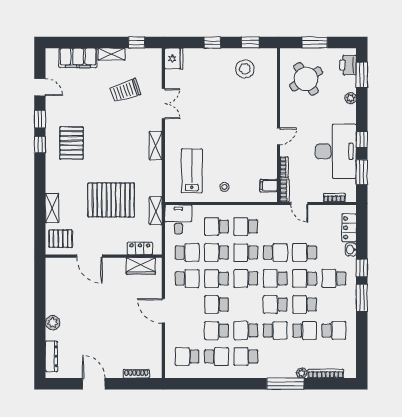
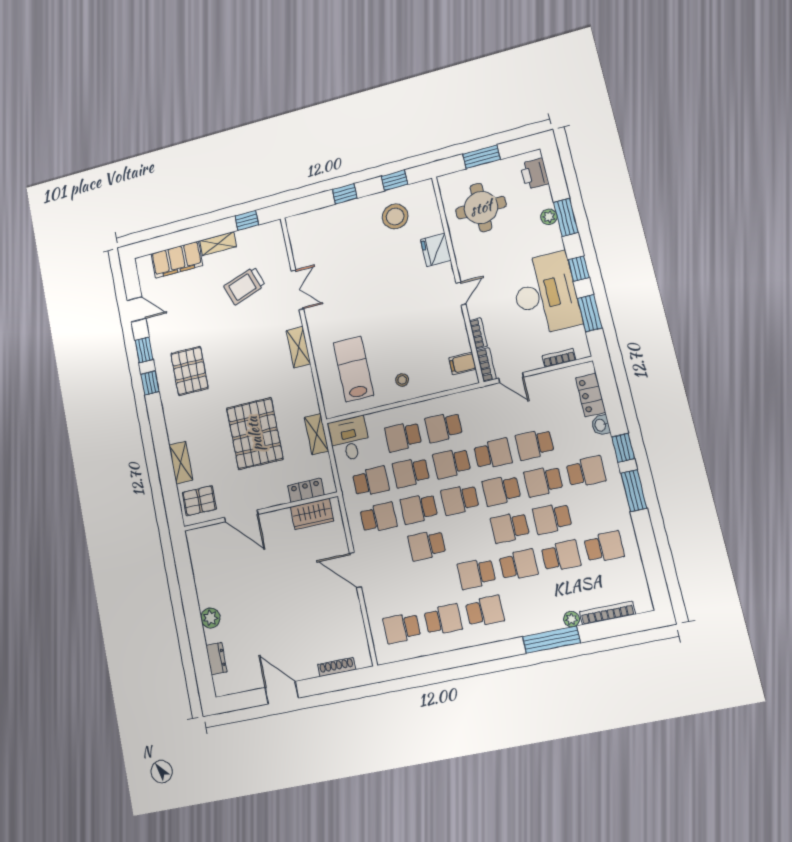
fridge: (174, 59) -> (436, 250), moved, turned 180
window: (362, 75) -> (566, 217), moved
round table: (306, 79) -> (481, 208), turned 32
pallet: (111, 200) -> (255, 434), turned 90
school desk: (334, 279) -> (586, 472), turned 180
school desk: (216, 331) -> (435, 582), removed
dresser: (51, 356) -> (216, 659), width x0.70
school desk: (246, 357) -> (485, 611), turned 180

